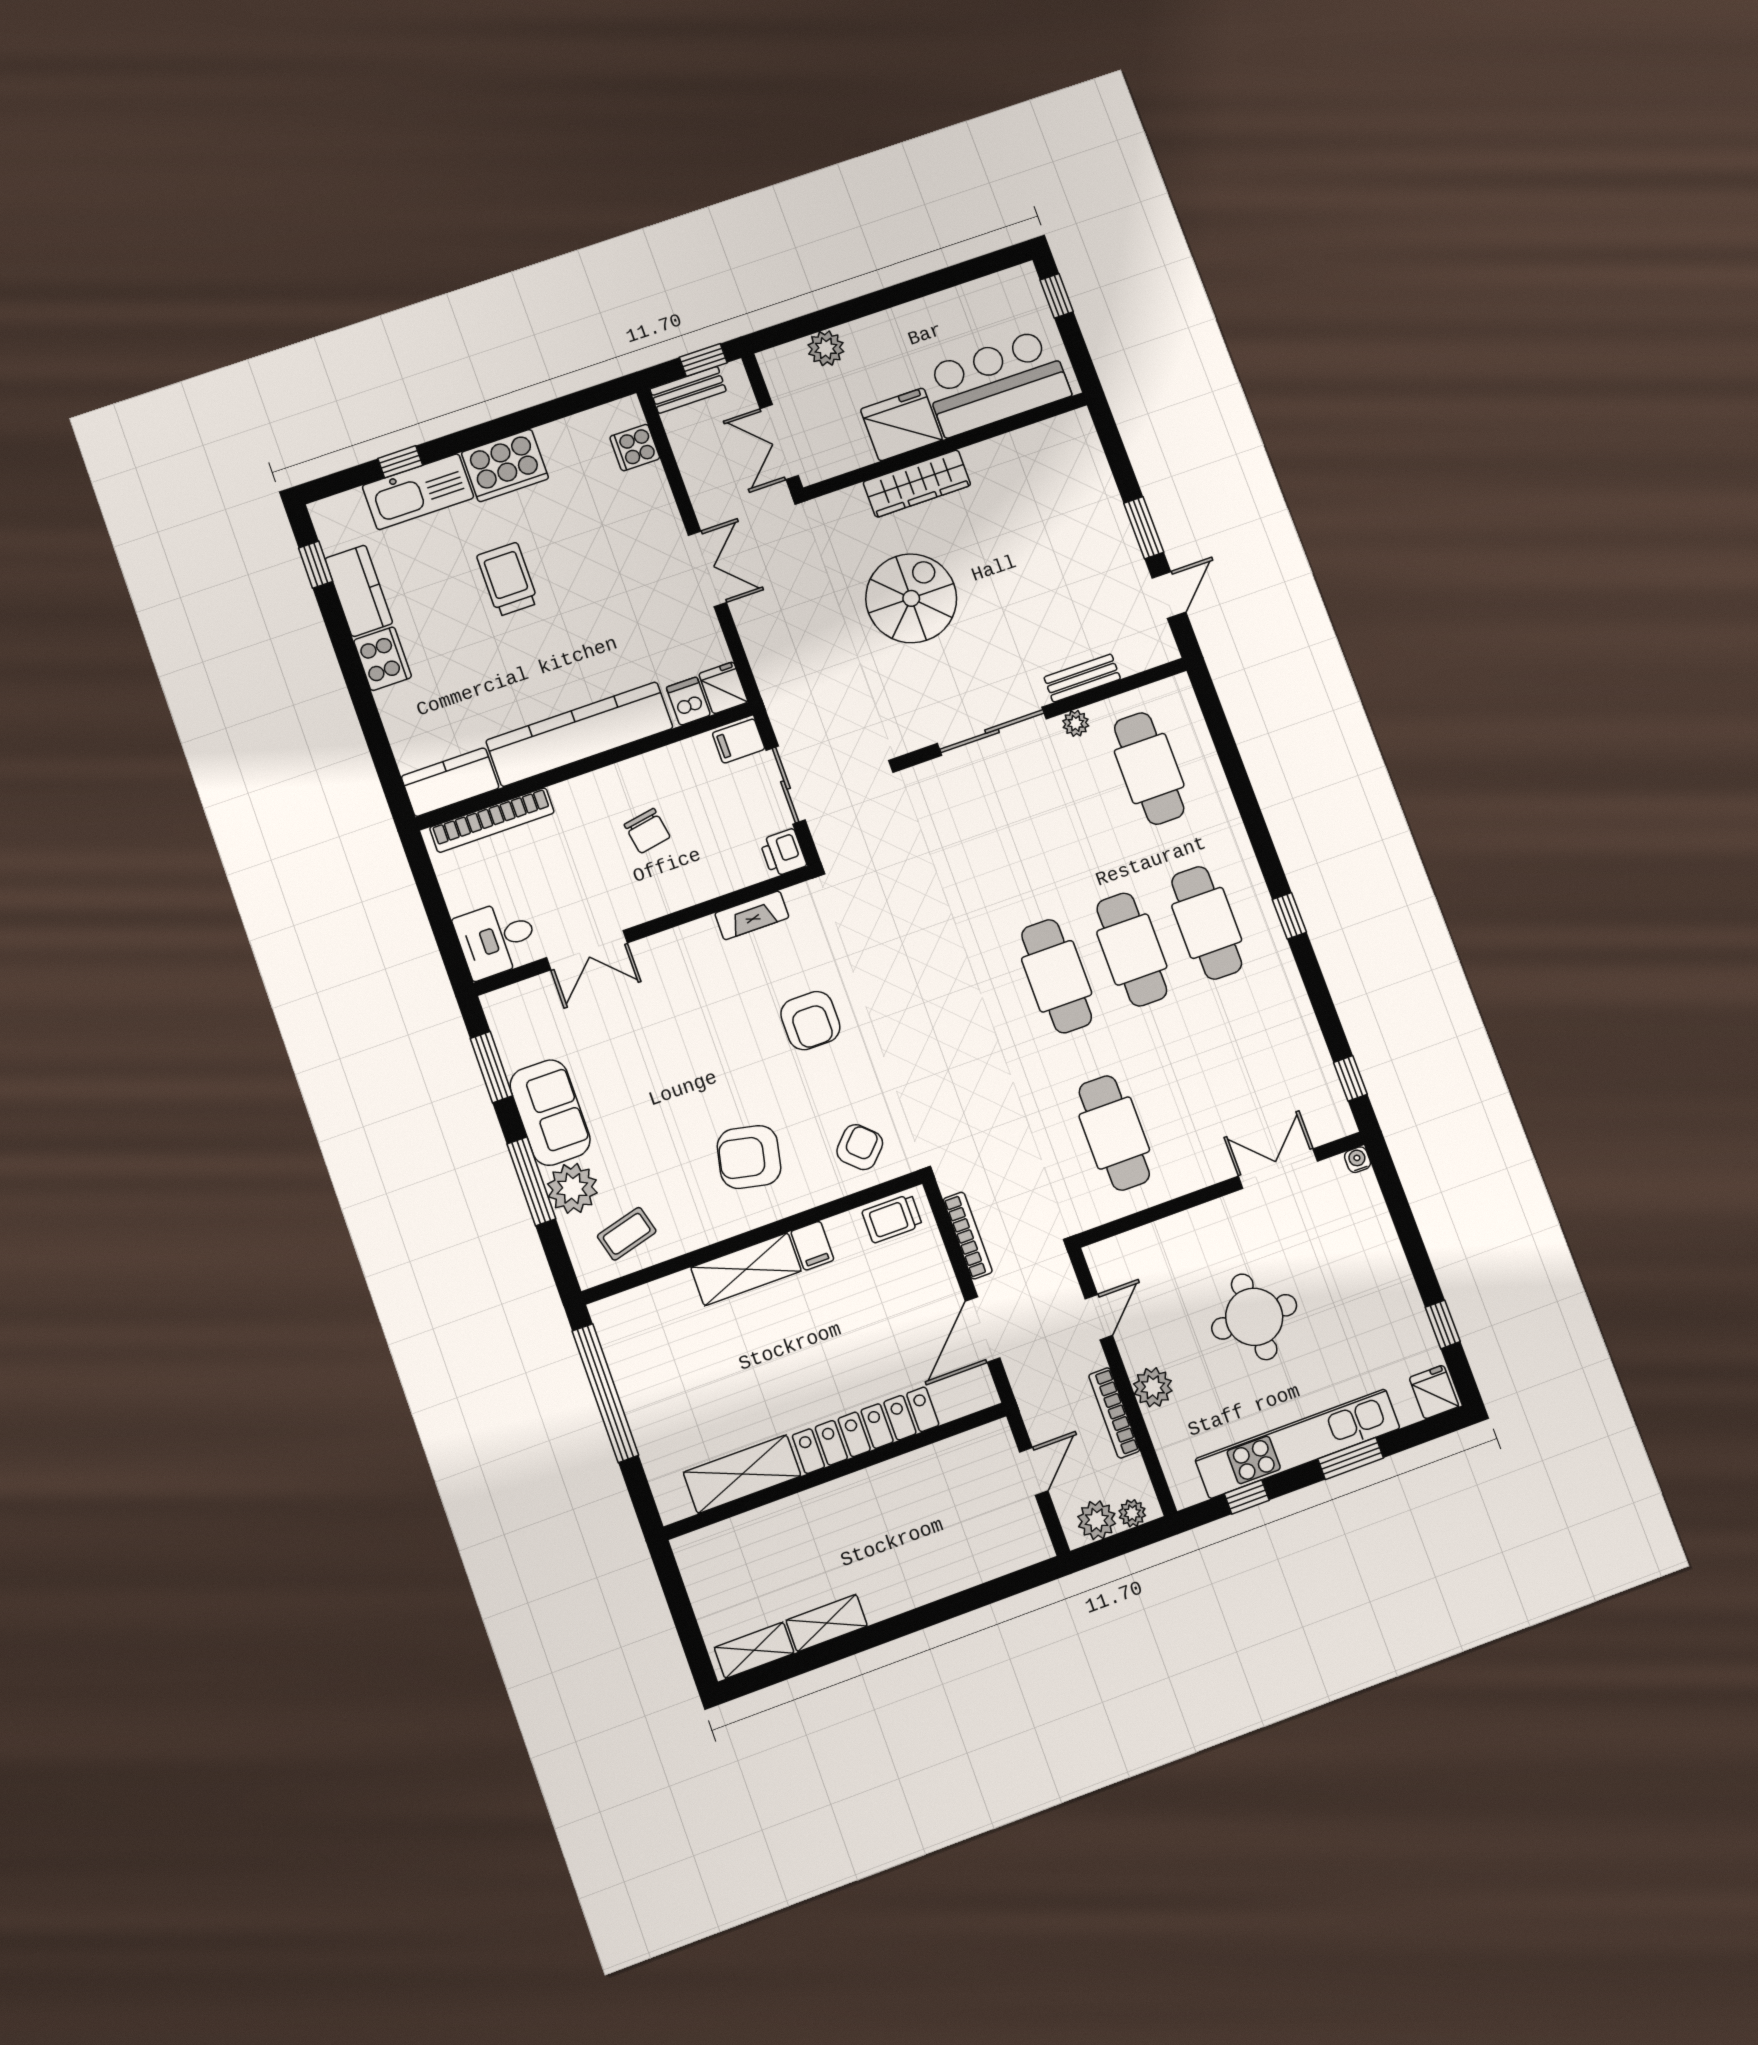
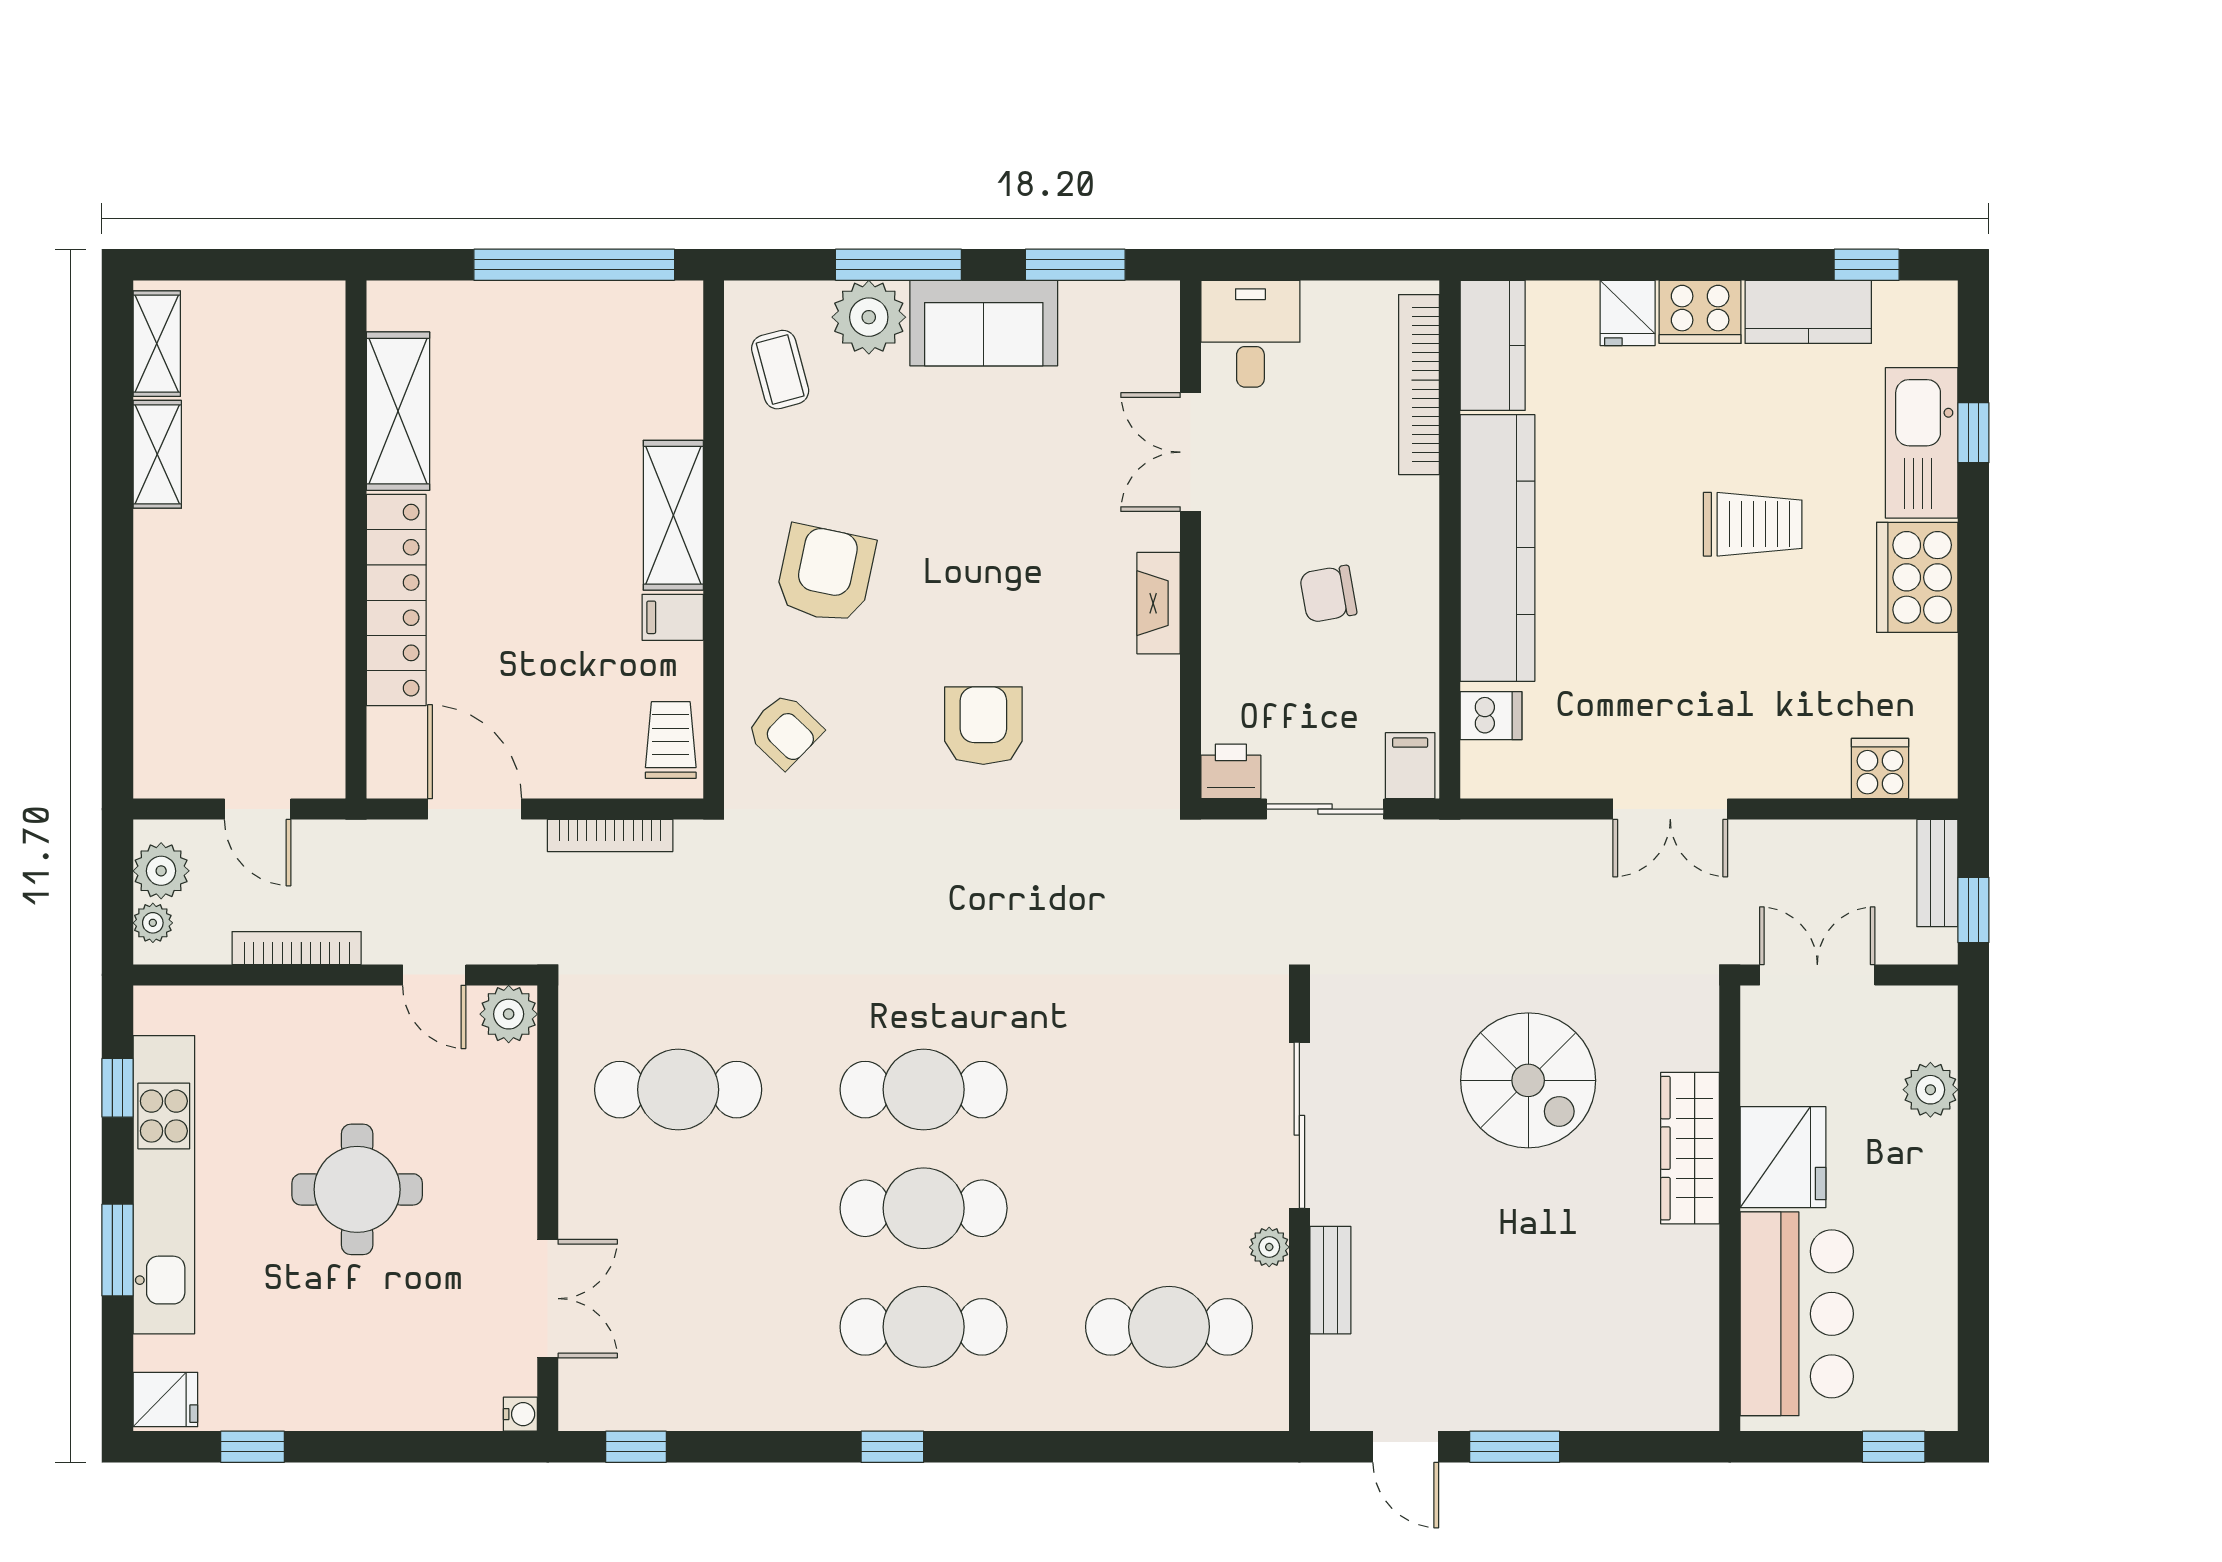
fridge: (723, 688) -> (1628, 313), moved, turned 90
fireplace: (752, 915) -> (1159, 603), moved
armchair: (810, 1021) -> (983, 726), turned 90
plant: (1153, 1387) -> (509, 1014), moved

